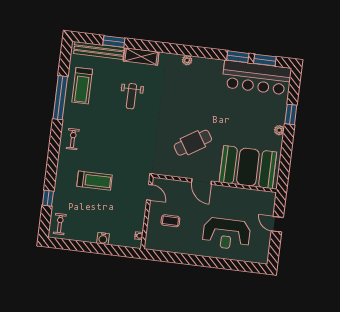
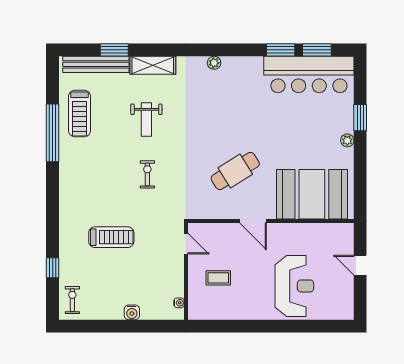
exercise bike: (73, 139) -> (147, 174), moved
reception desk: (226, 234) -> (294, 286), turned -90

